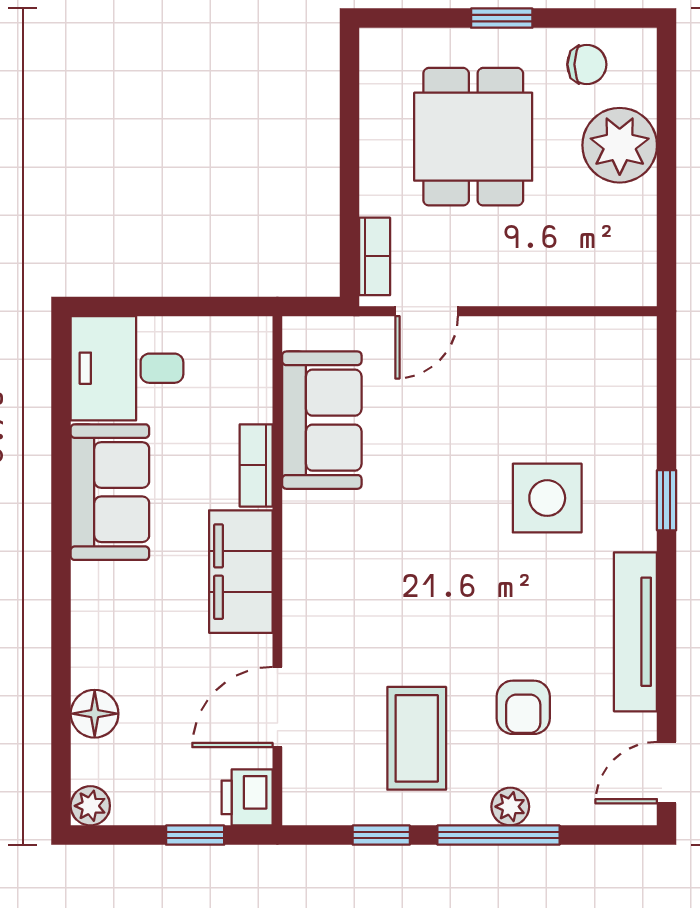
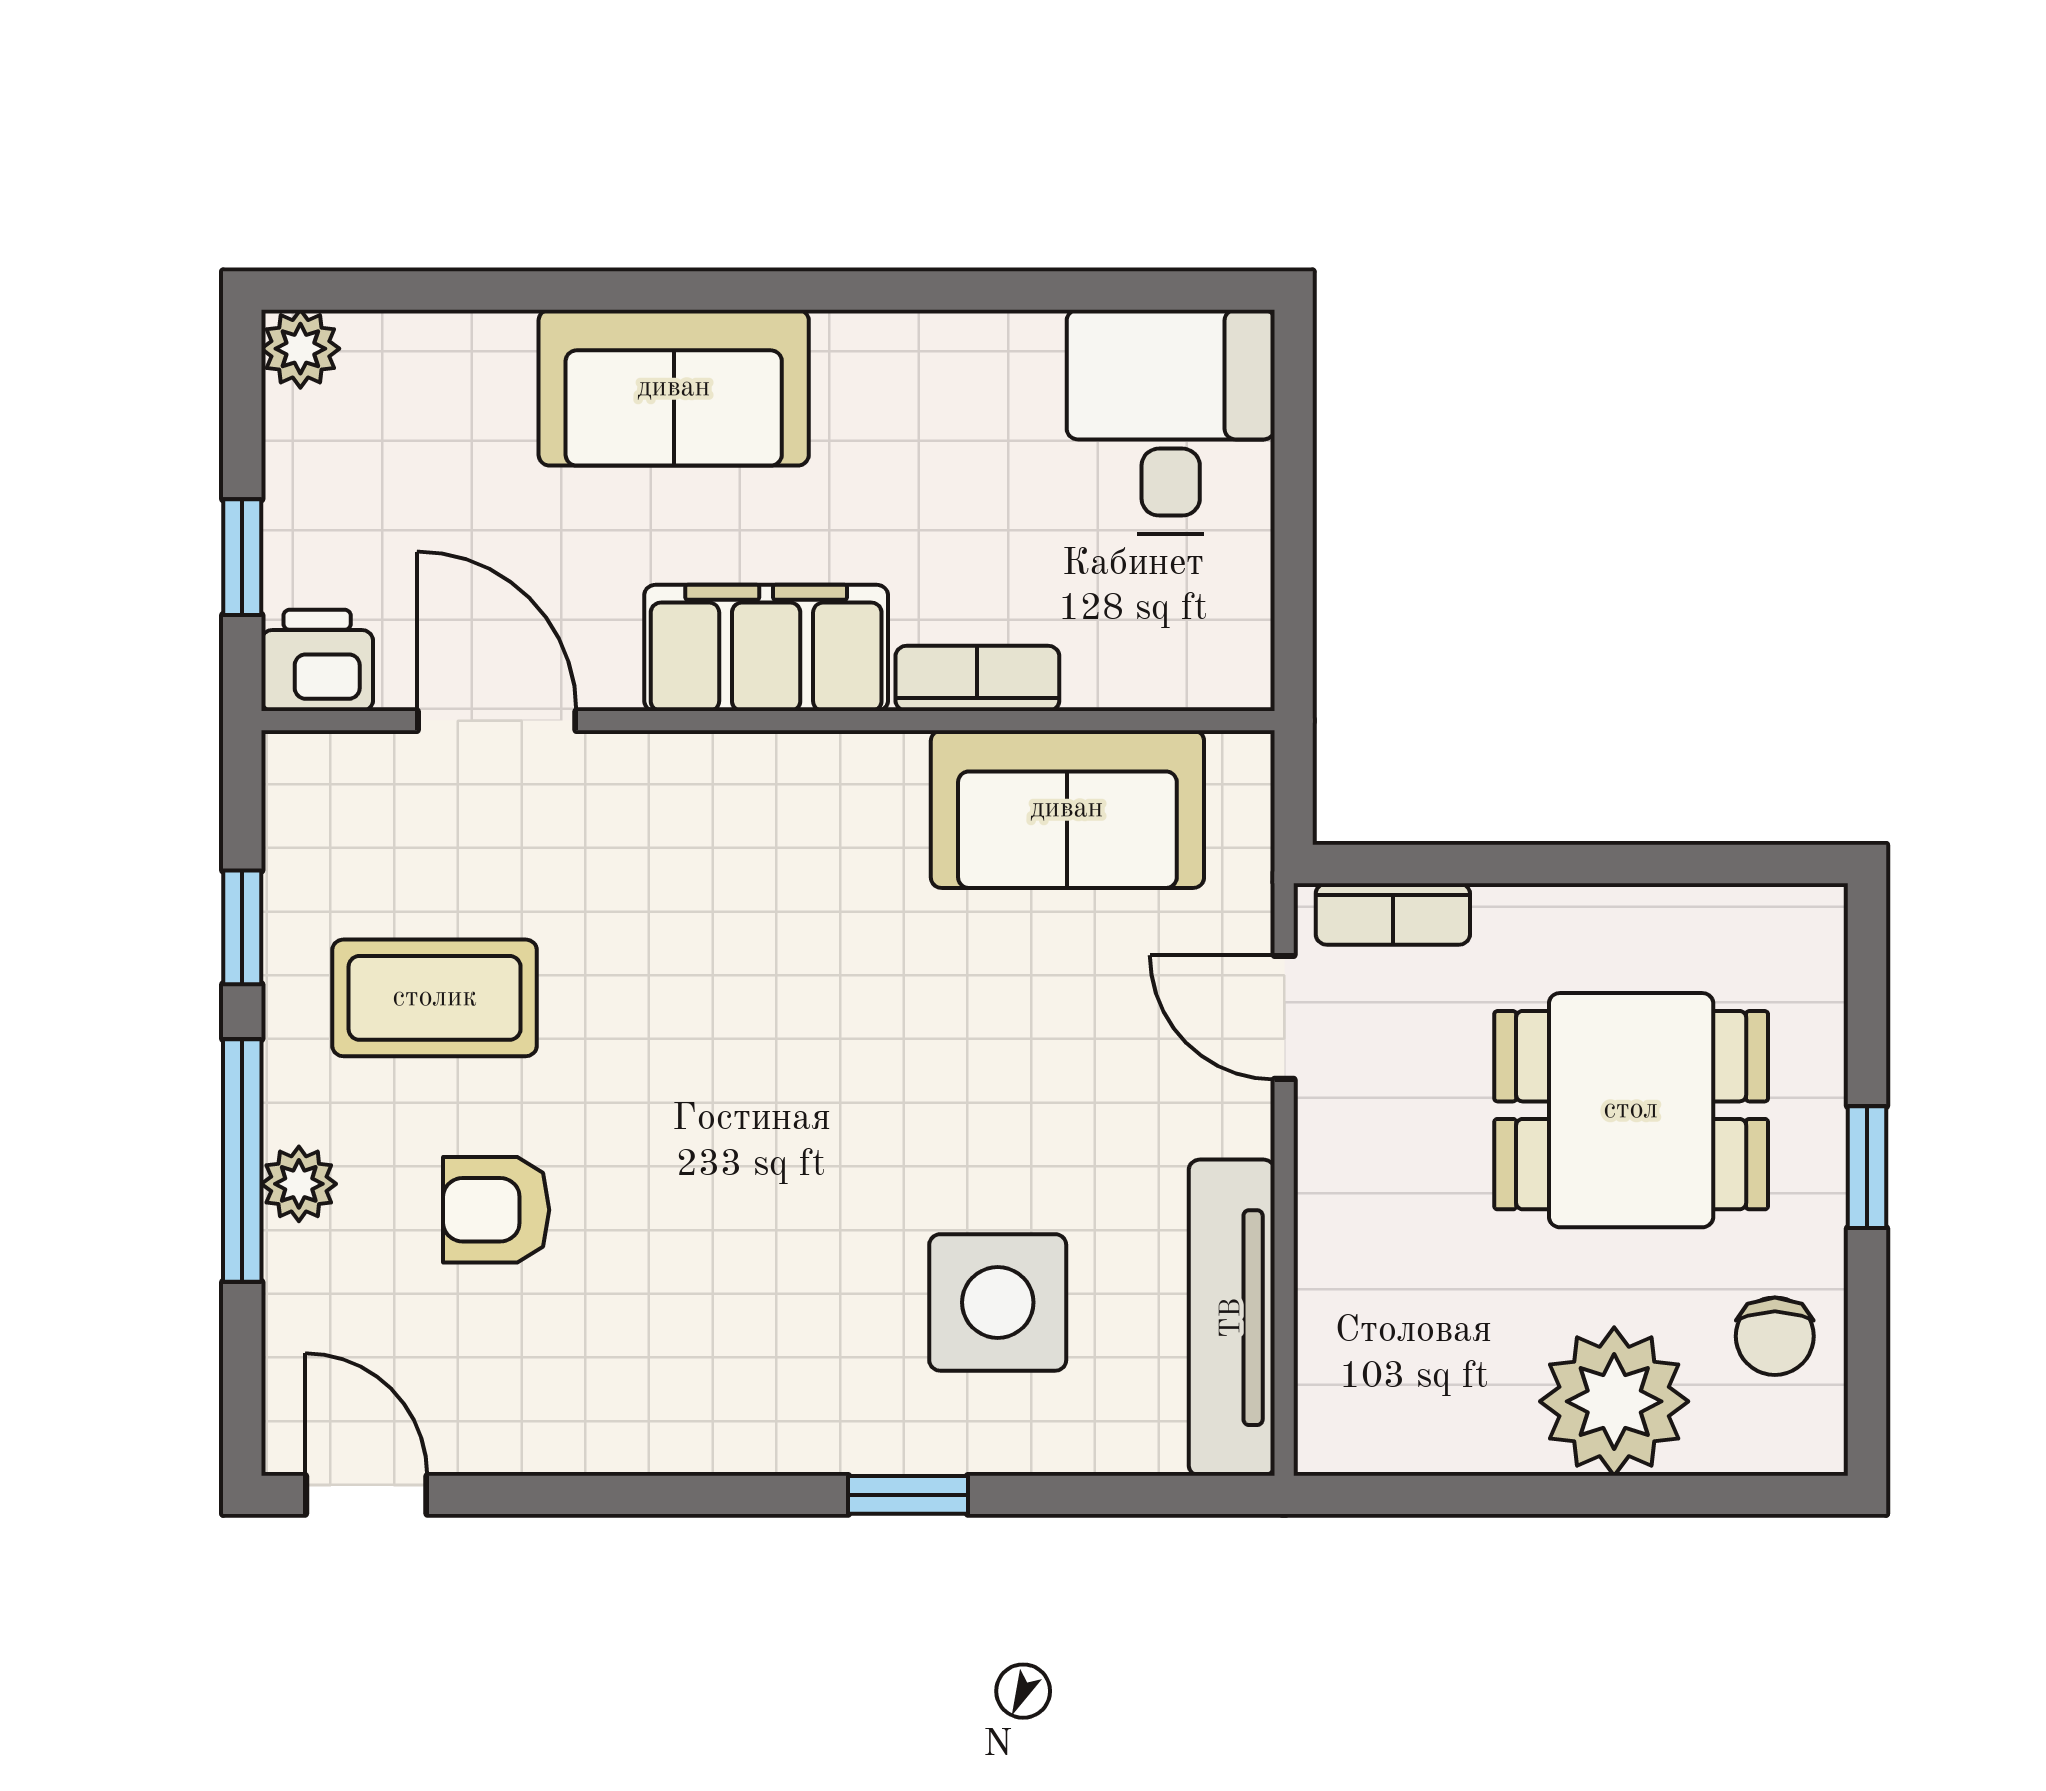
sofa: (110, 492) -> (674, 388), moved
side table: (547, 498) -> (998, 1302), moved
tv unit: (635, 632) -> (1232, 1318), moved, turned -90
floor lamp: (95, 714) -> (484, 357), removed

